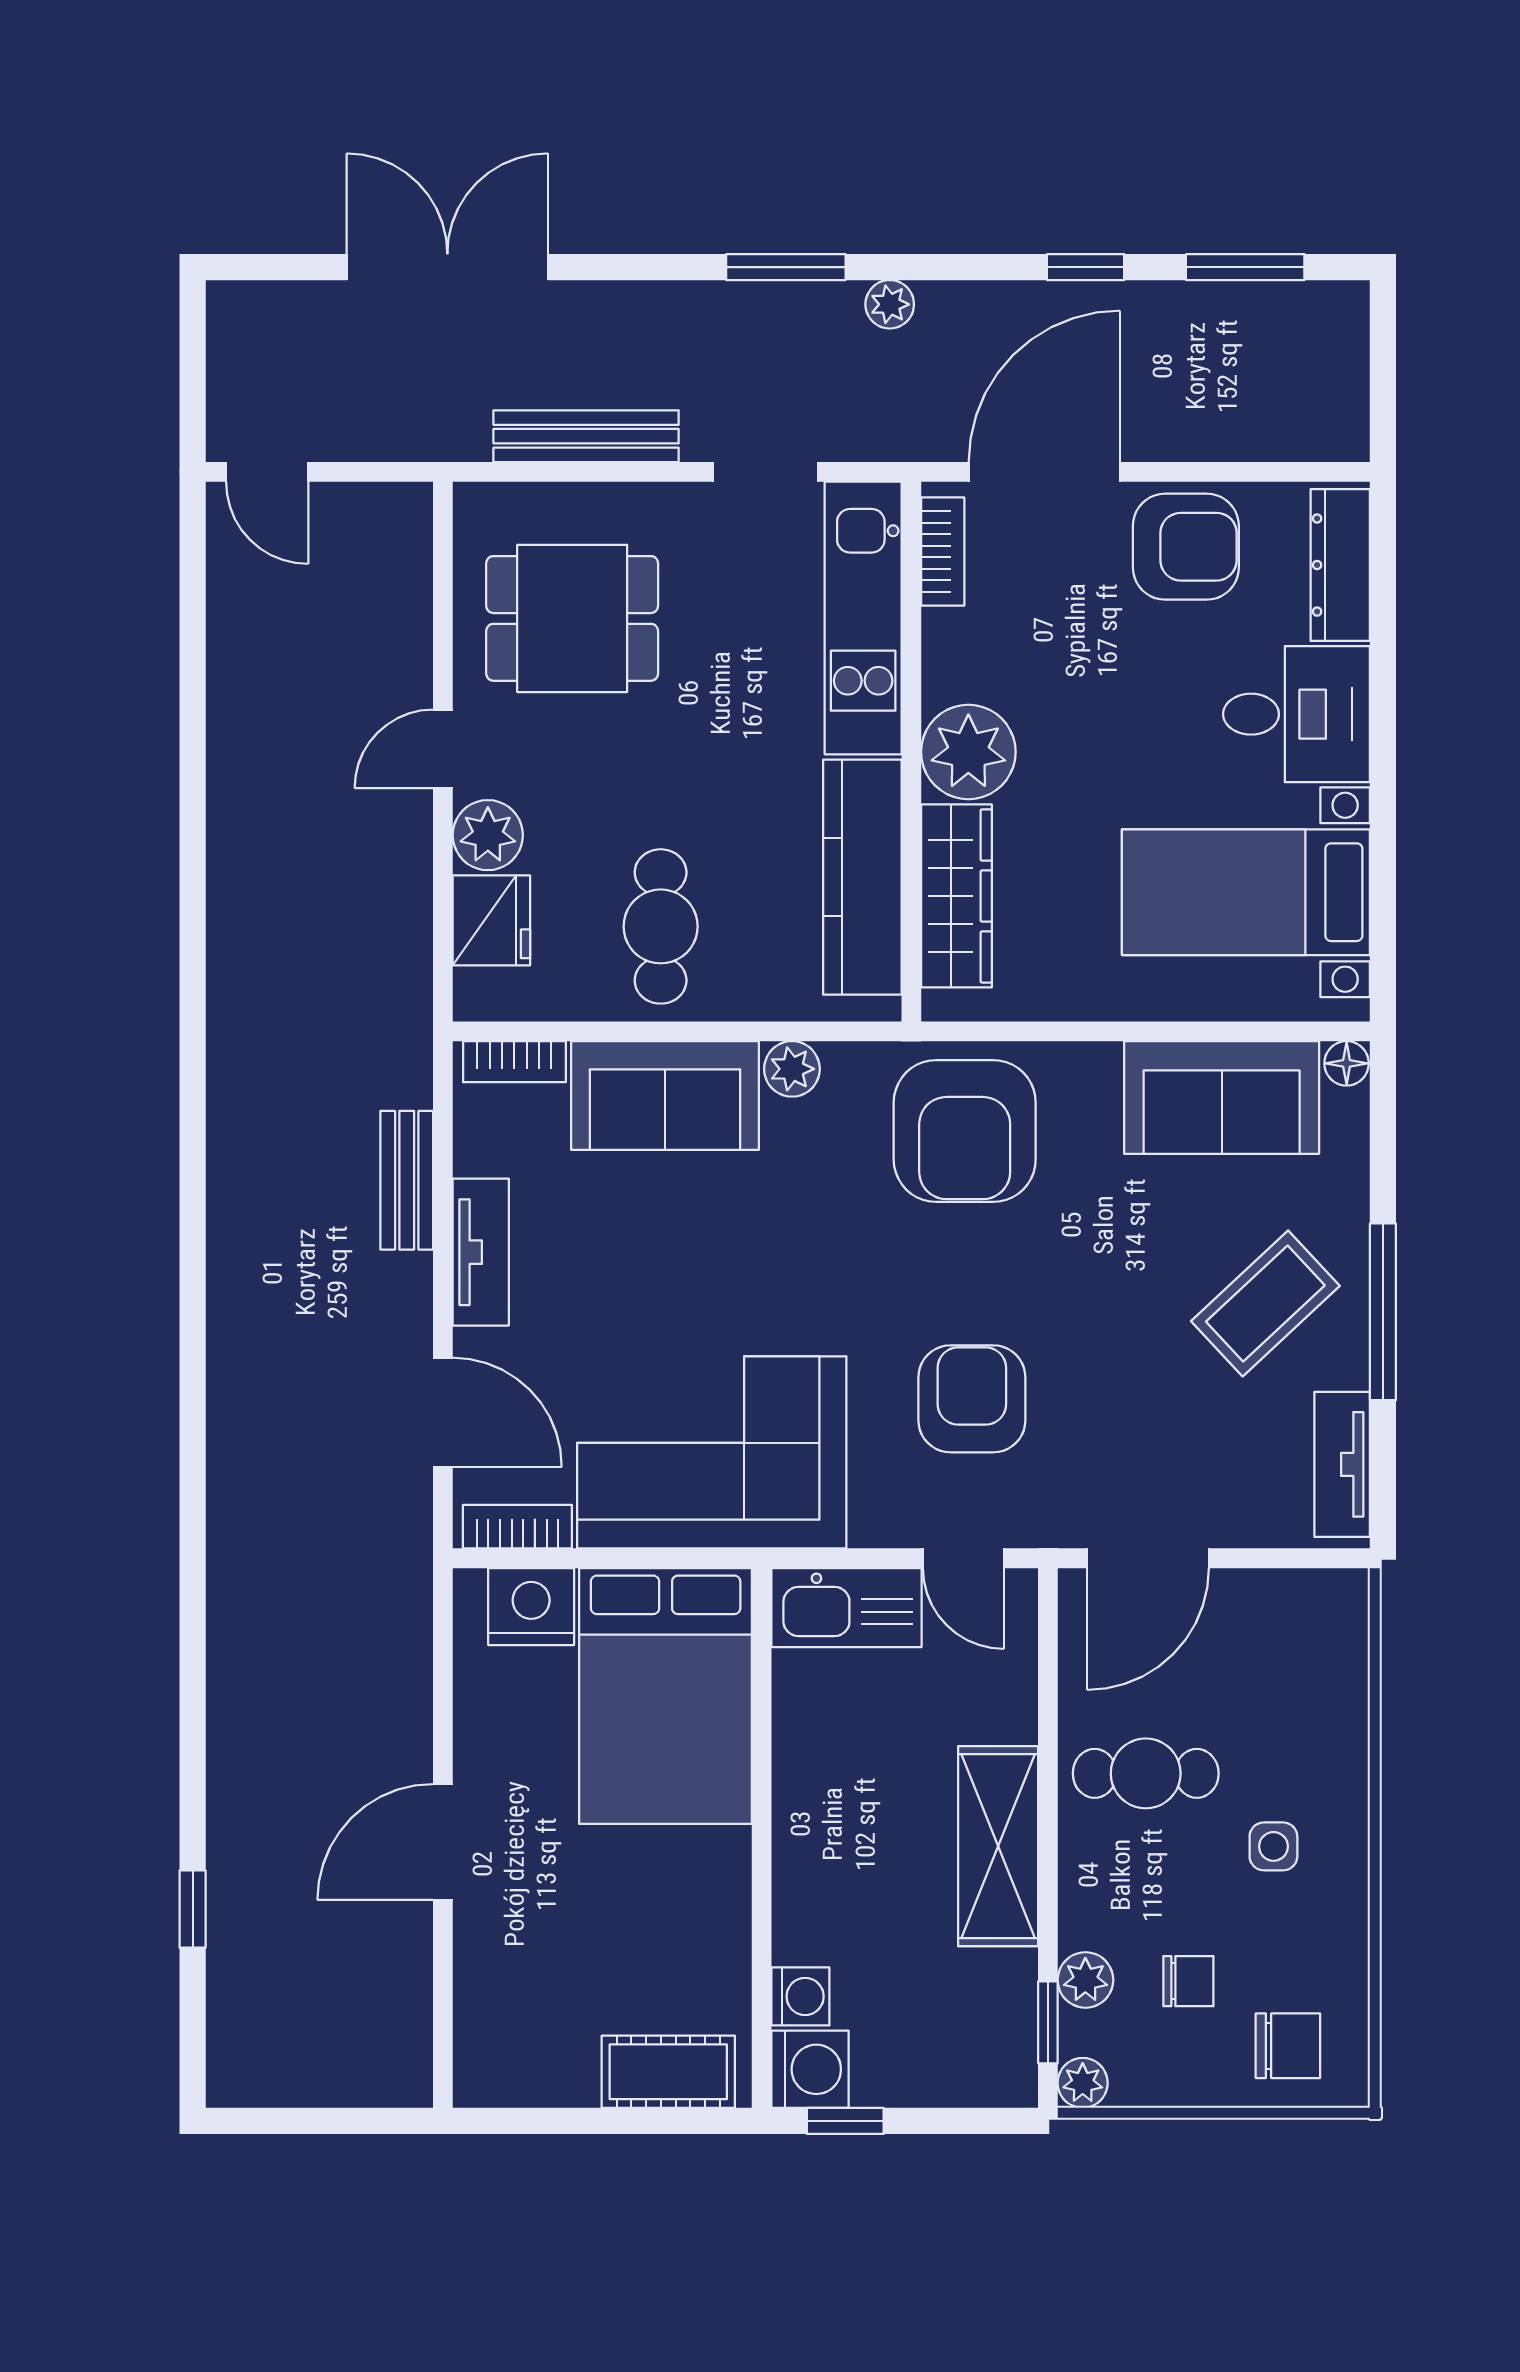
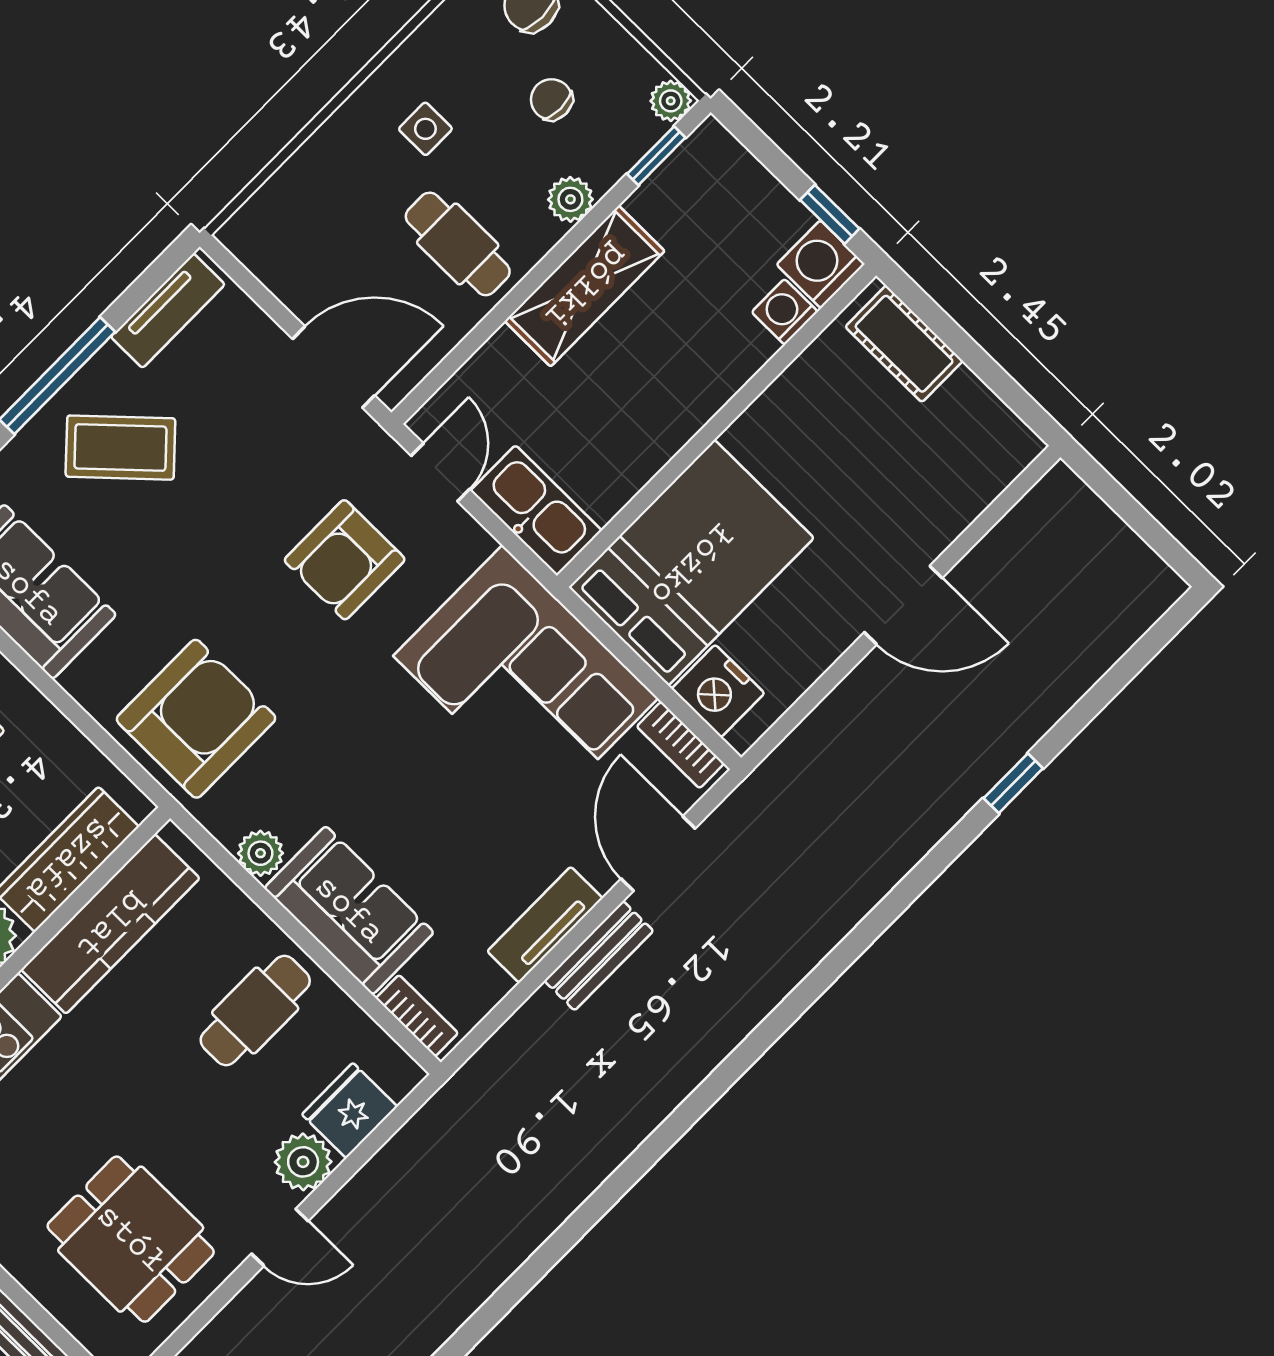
bench: (407, 1180) -> (599, 956), moved
window: (193, 1909) -> (1013, 783), moved
plant: (1085, 1980) -> (570, 199), moved

